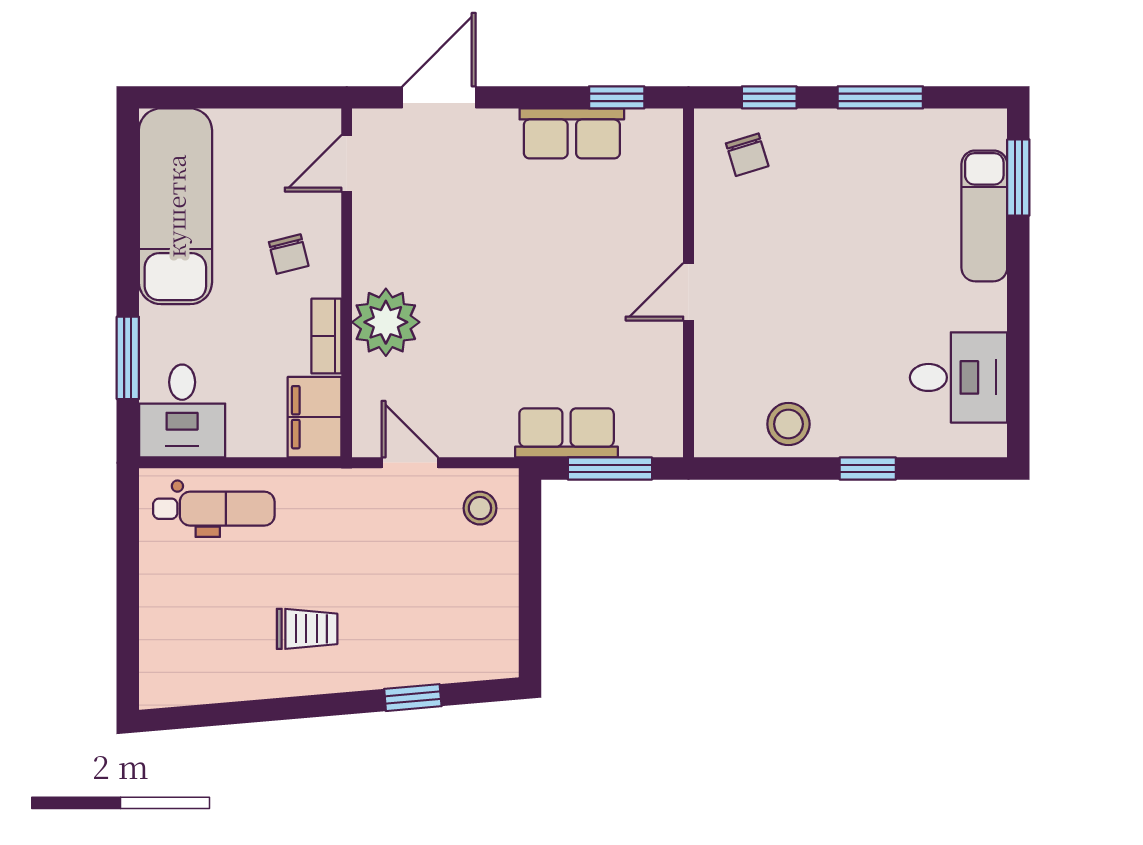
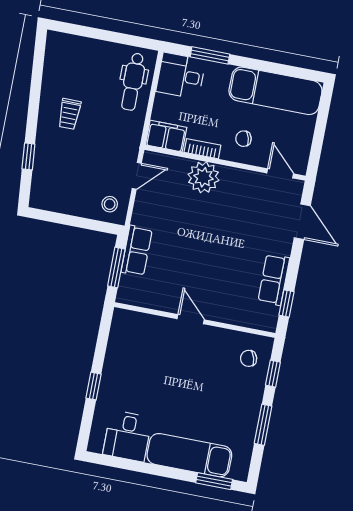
exam couch: (984, 216) -> (189, 455), width x1.36, depth x1.45
stool: (788, 424) -> (121, 354), removed

